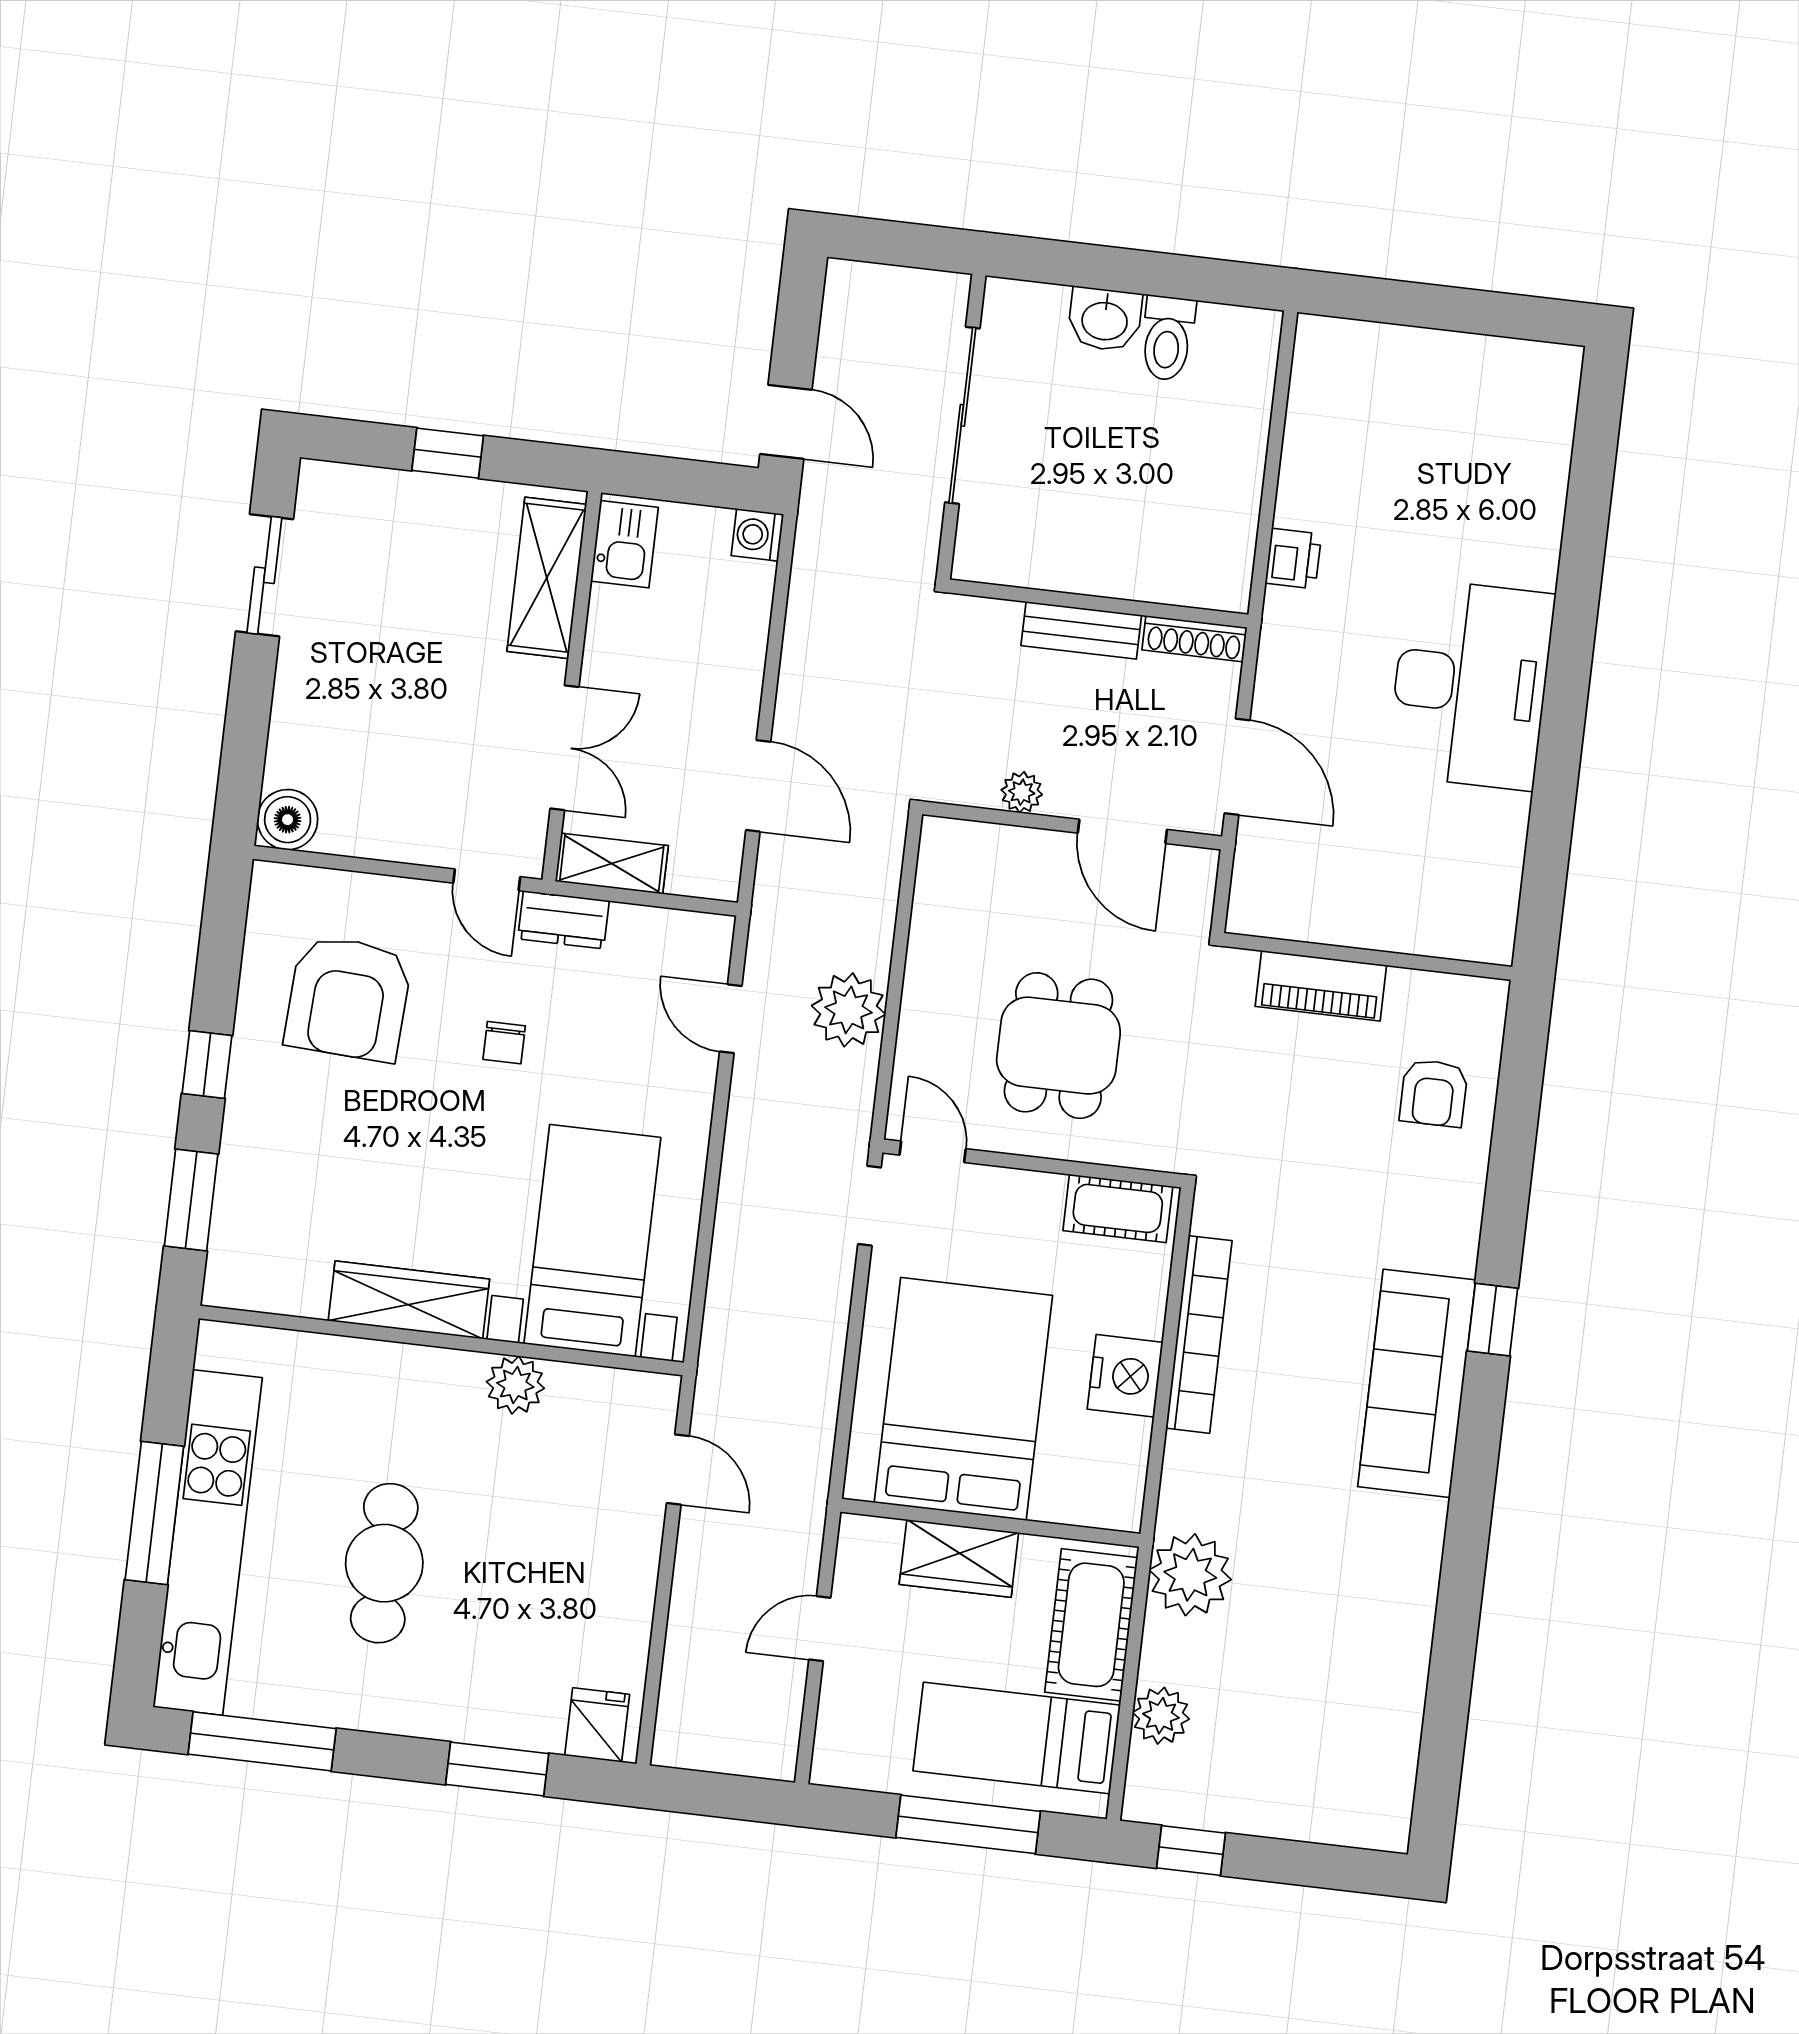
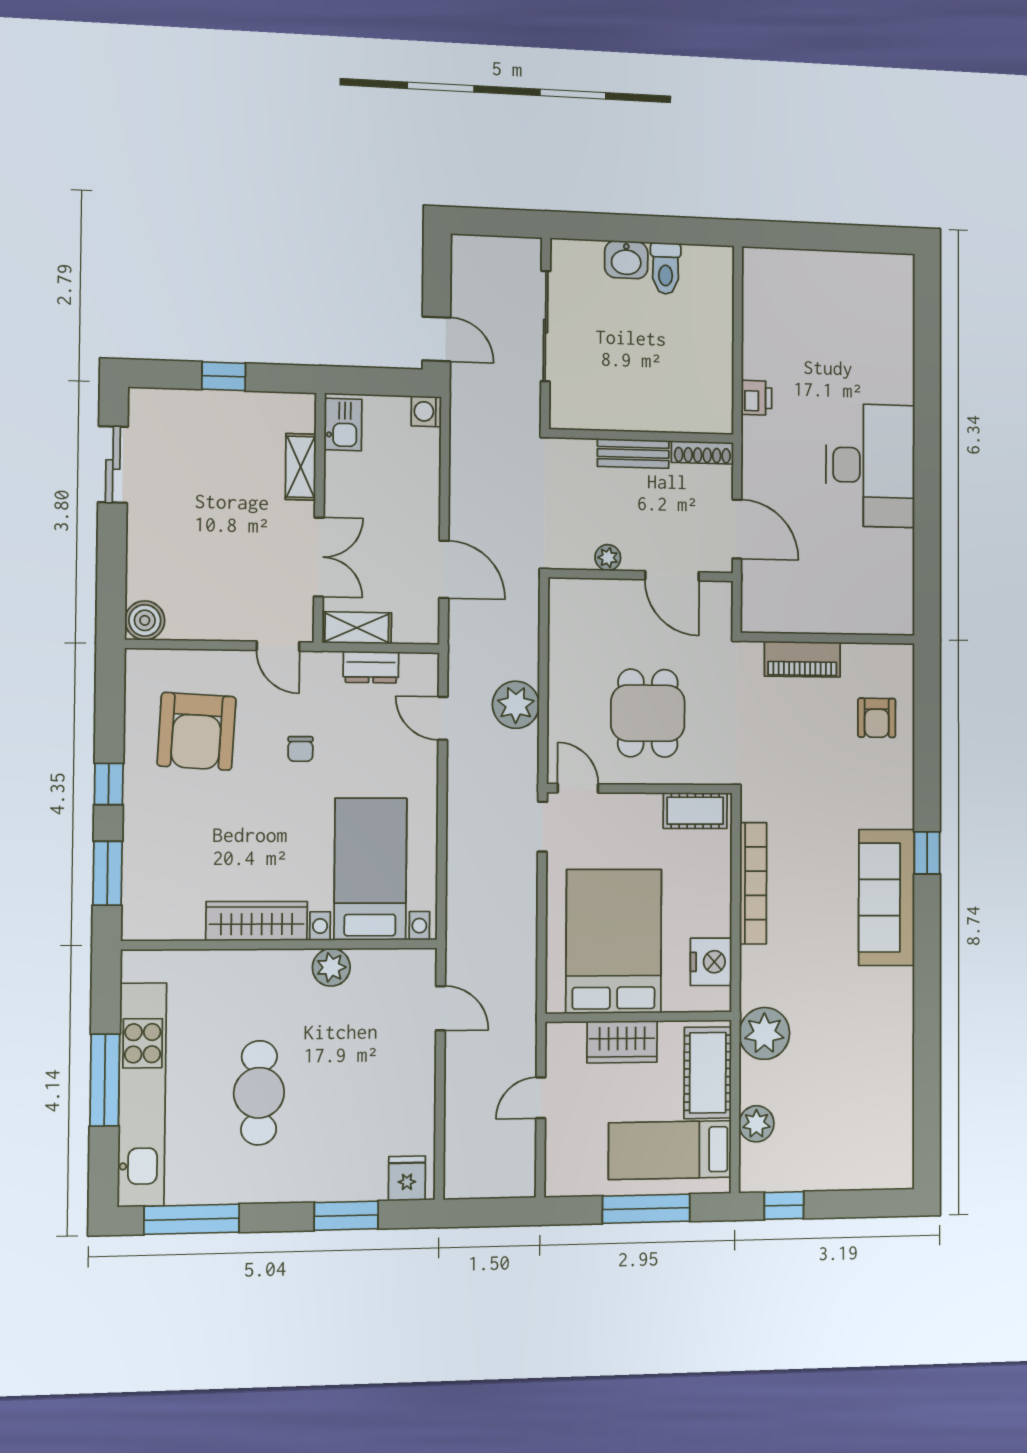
shelving: (547, 578) -> (301, 467), width x0.67, depth x0.75
dresser: (564, 920) -> (371, 667), moved
nightstand: (1125, 1376) -> (711, 962), moved

